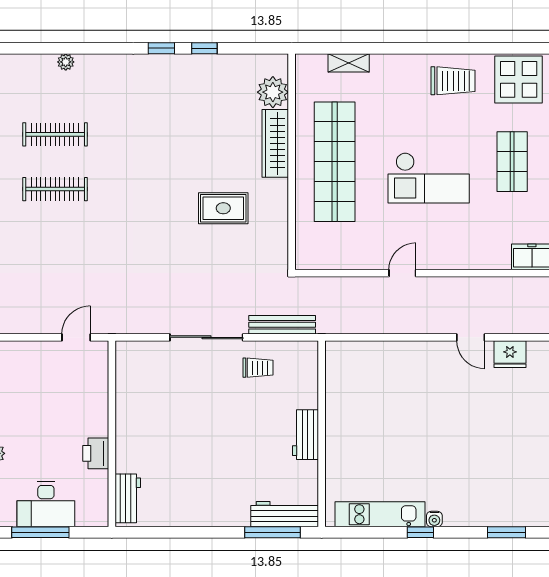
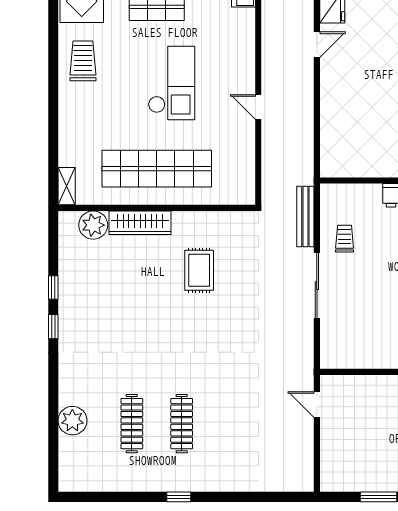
plant: (66, 62) -> (72, 421), width x1.87, depth x1.87
shelving: (349, 63) -> (67, 186), moved

